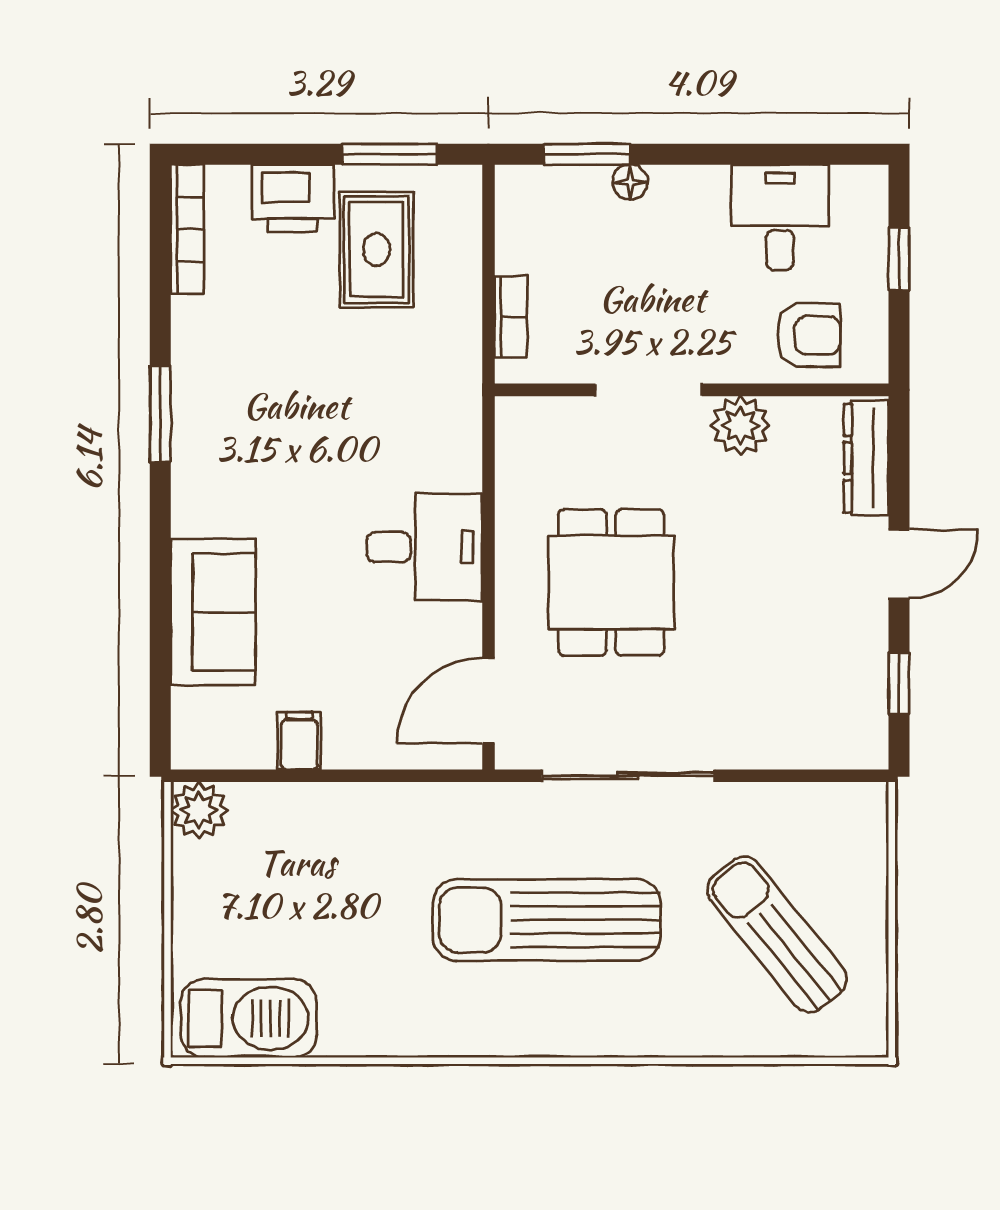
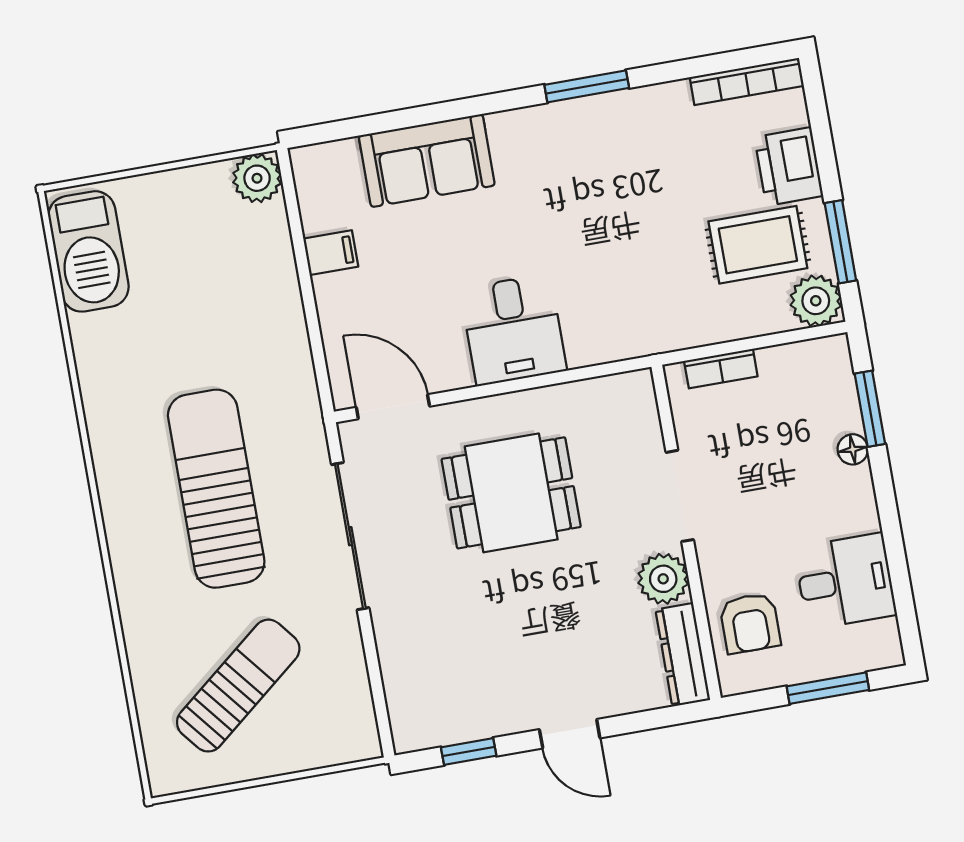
plant: (452, 194) -> (816, 301), added
window: (899, 259) -> (828, 688), width x1.50
dresser: (866, 458) -> (683, 655), moved, turned -90

